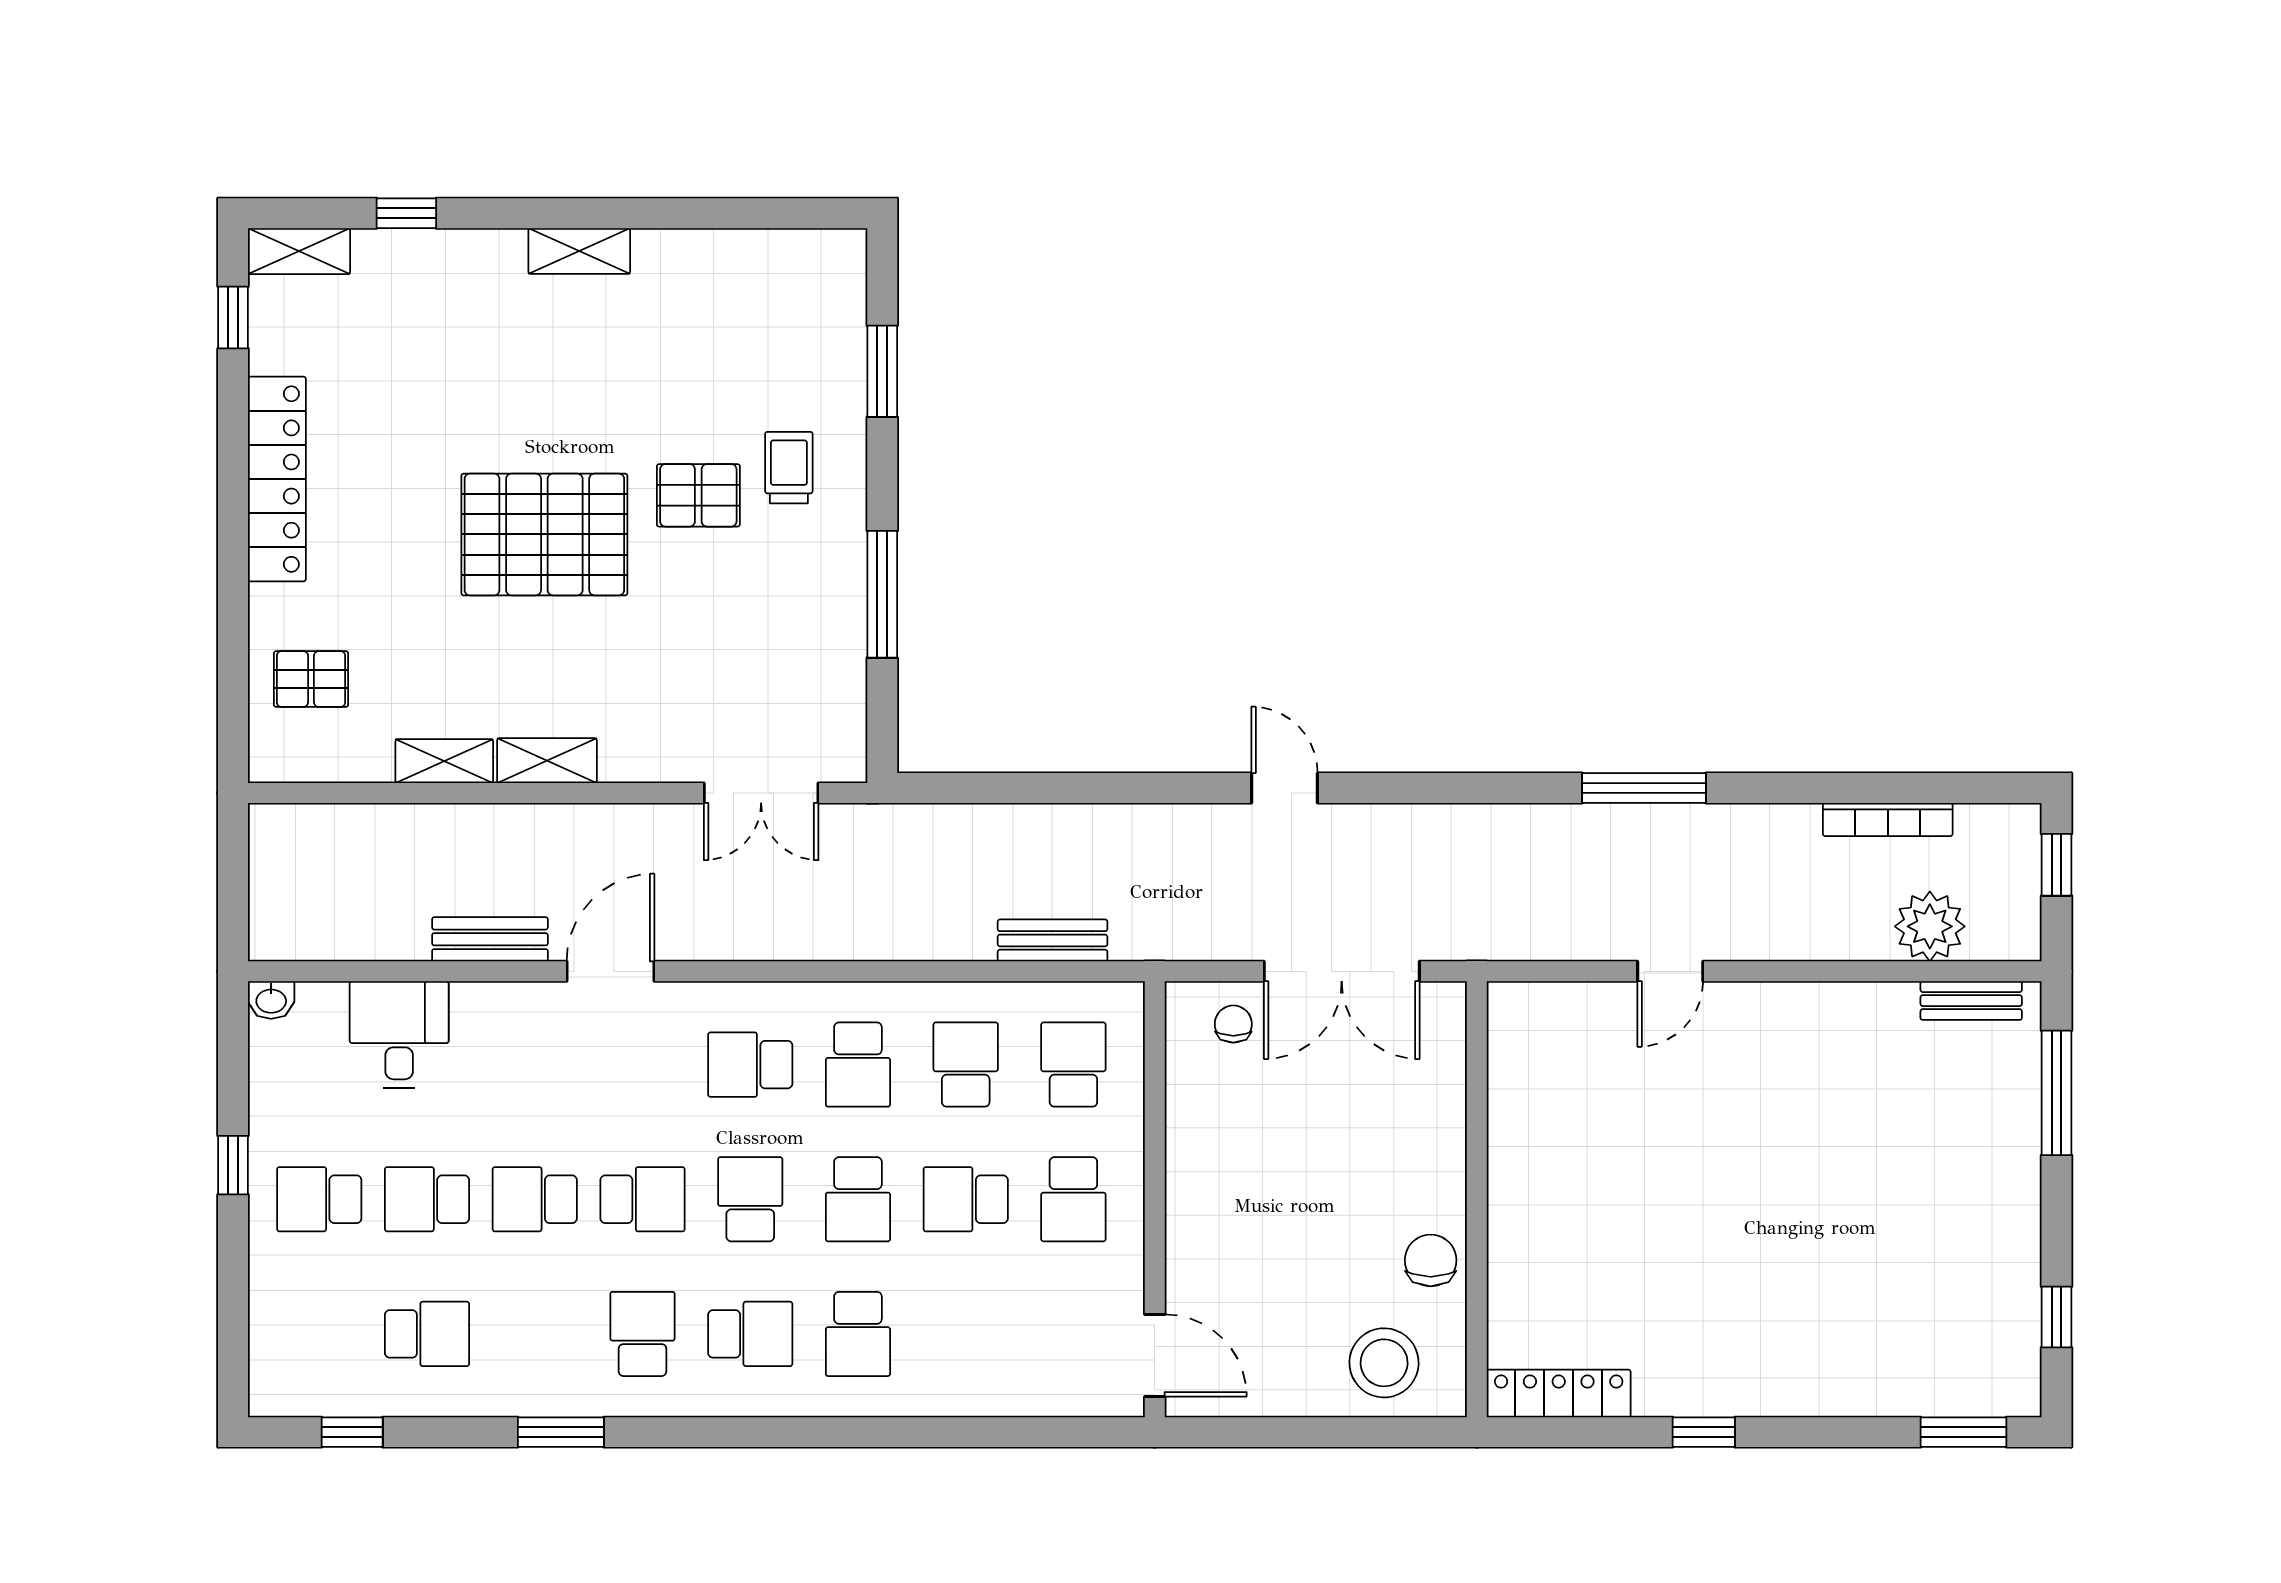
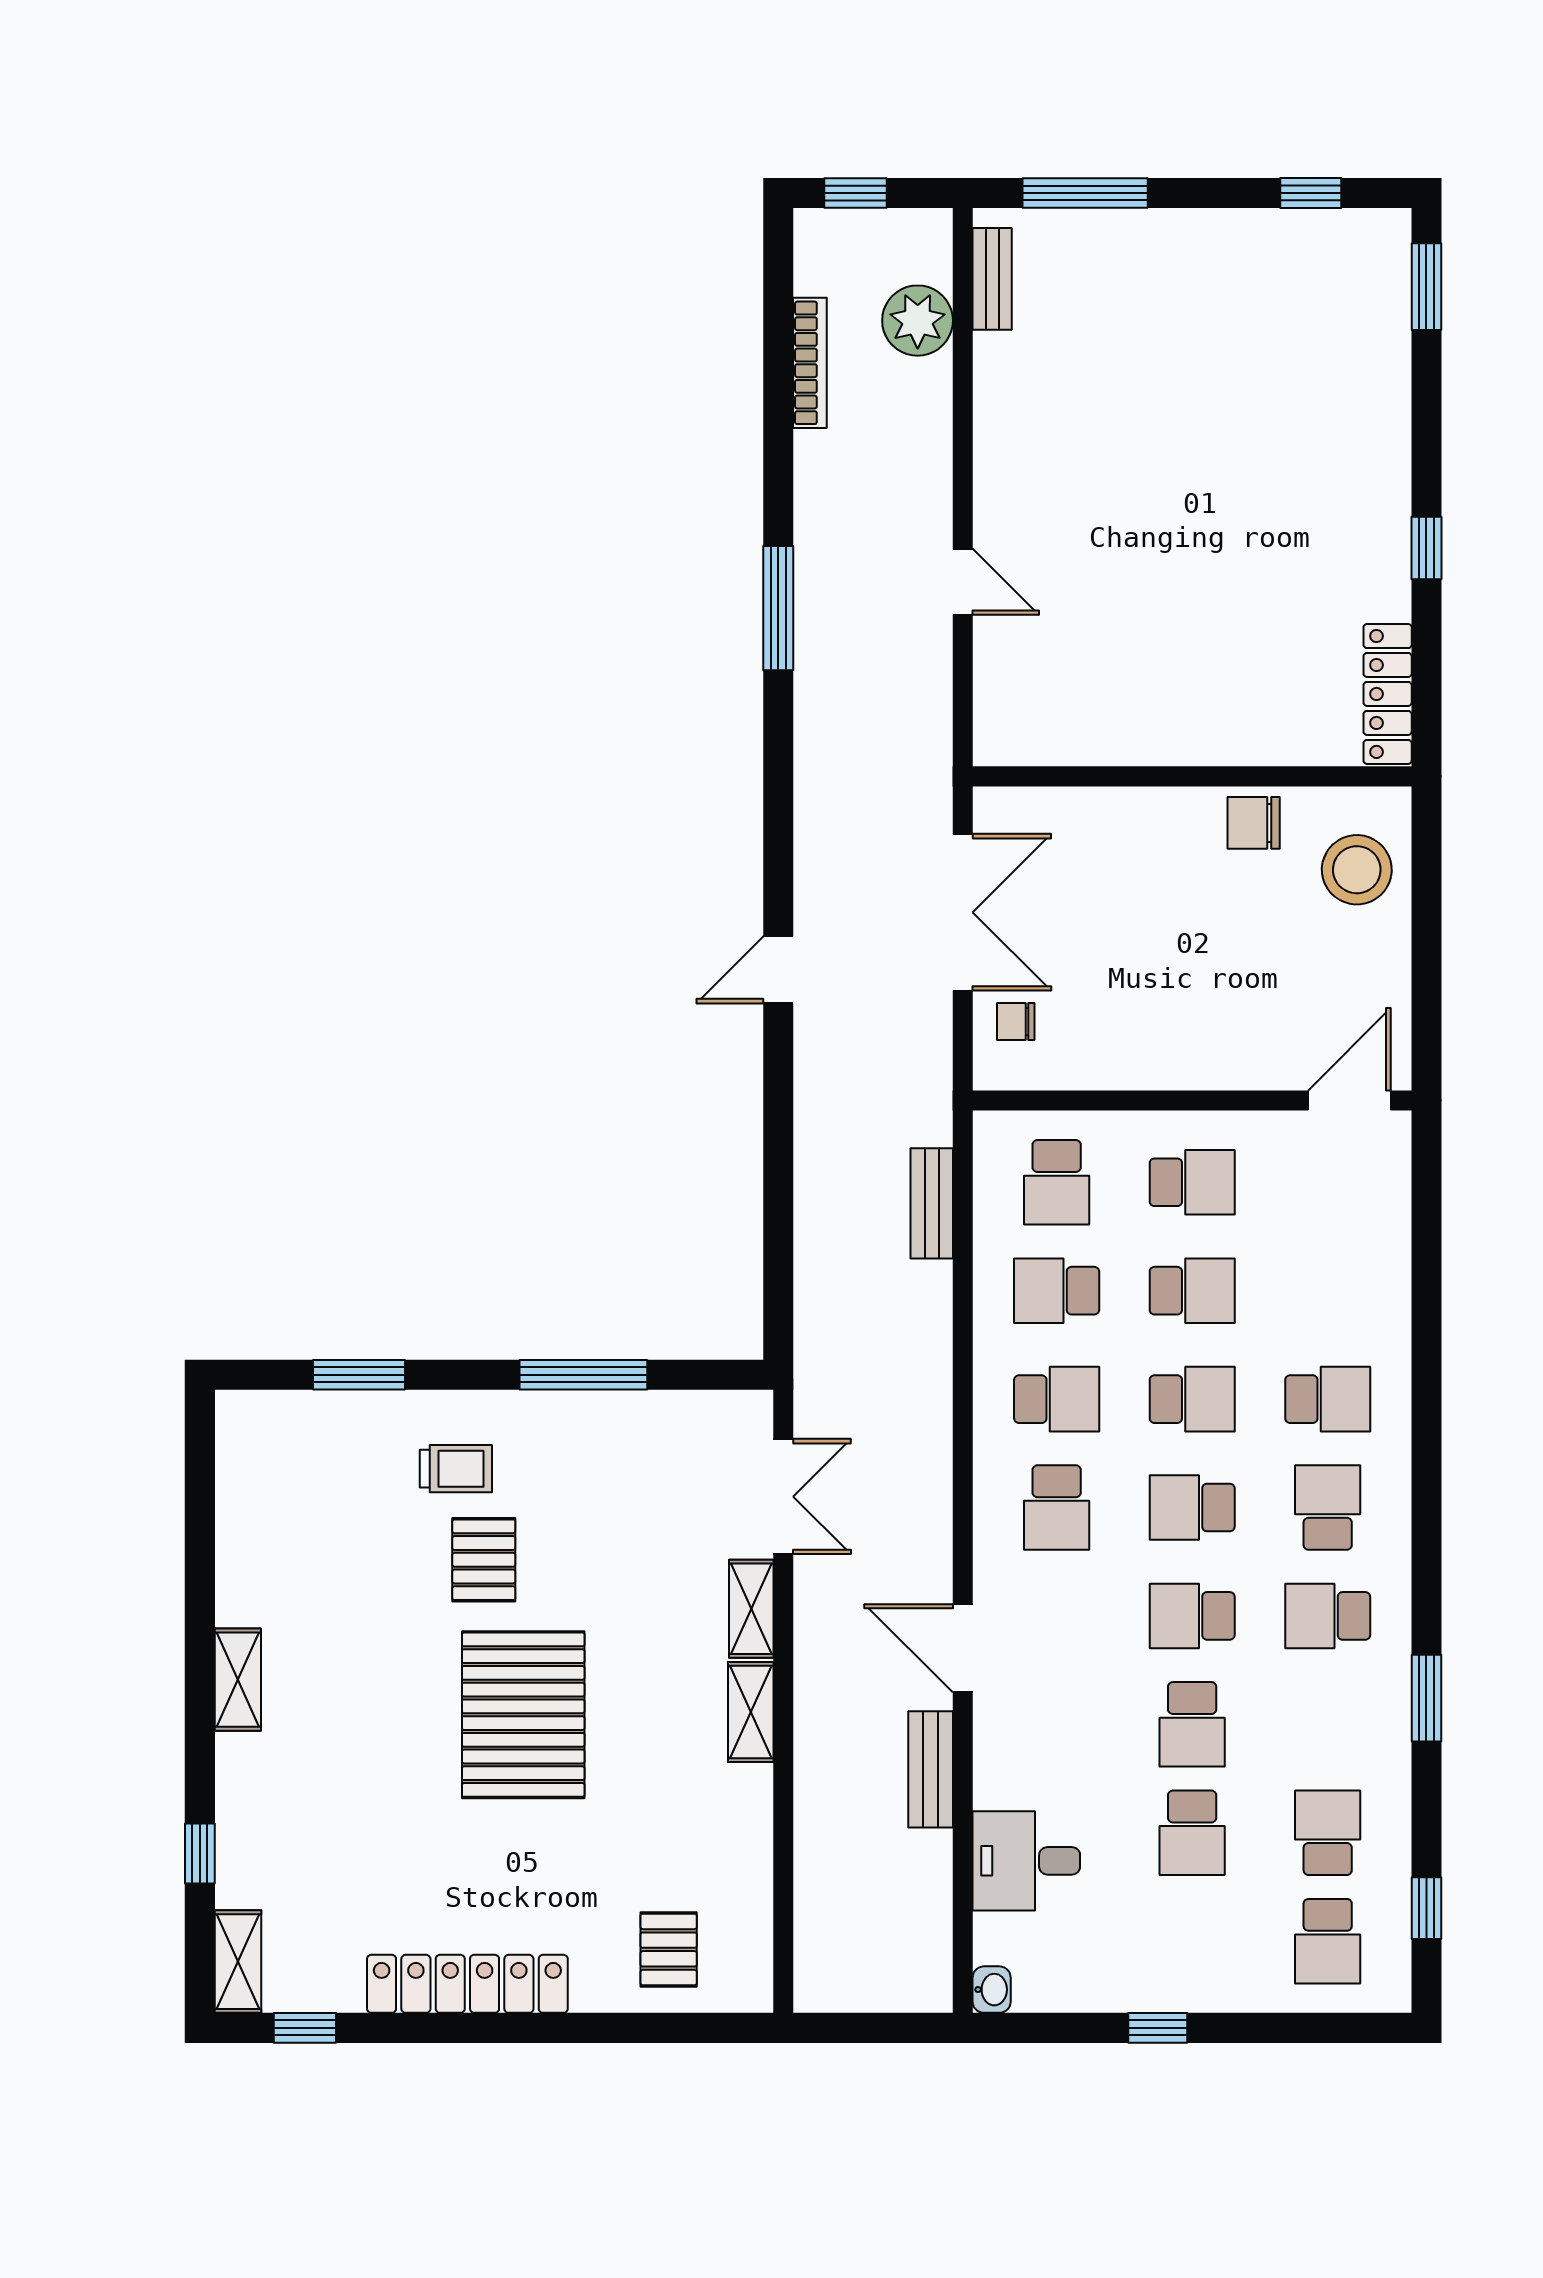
trolley: (789, 468) -> (456, 1469), turned 180
shelving: (444, 761) -> (751, 1609), moved
school desk: (1073, 1065) -> (1057, 1182), turned -90
school desk: (319, 1199) -> (1328, 1941), moved
school desk: (642, 1199) -> (1192, 1616), turned -90
school desk: (966, 1199) -> (1192, 1291), turned -90

